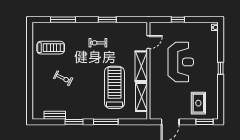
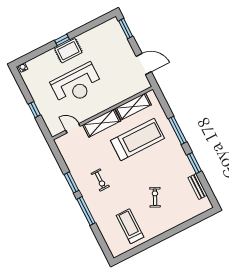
window: (63, 20) -> (86, 211), moved
reception desk: (181, 62) -> (76, 84), turned 180
treadmill: (114, 87) -> (138, 139), turned 180
rug: (198, 103) -> (68, 51), moved

